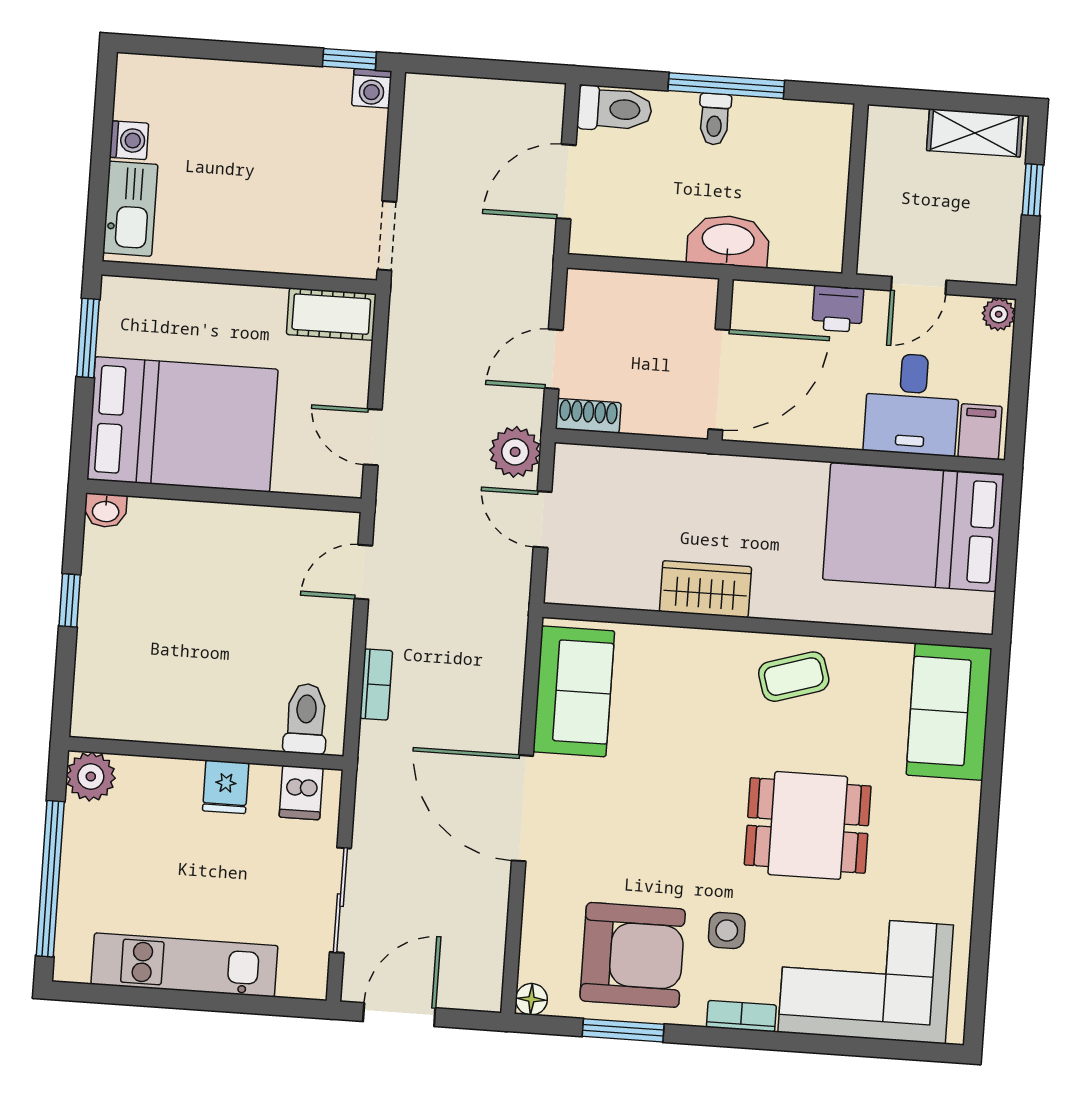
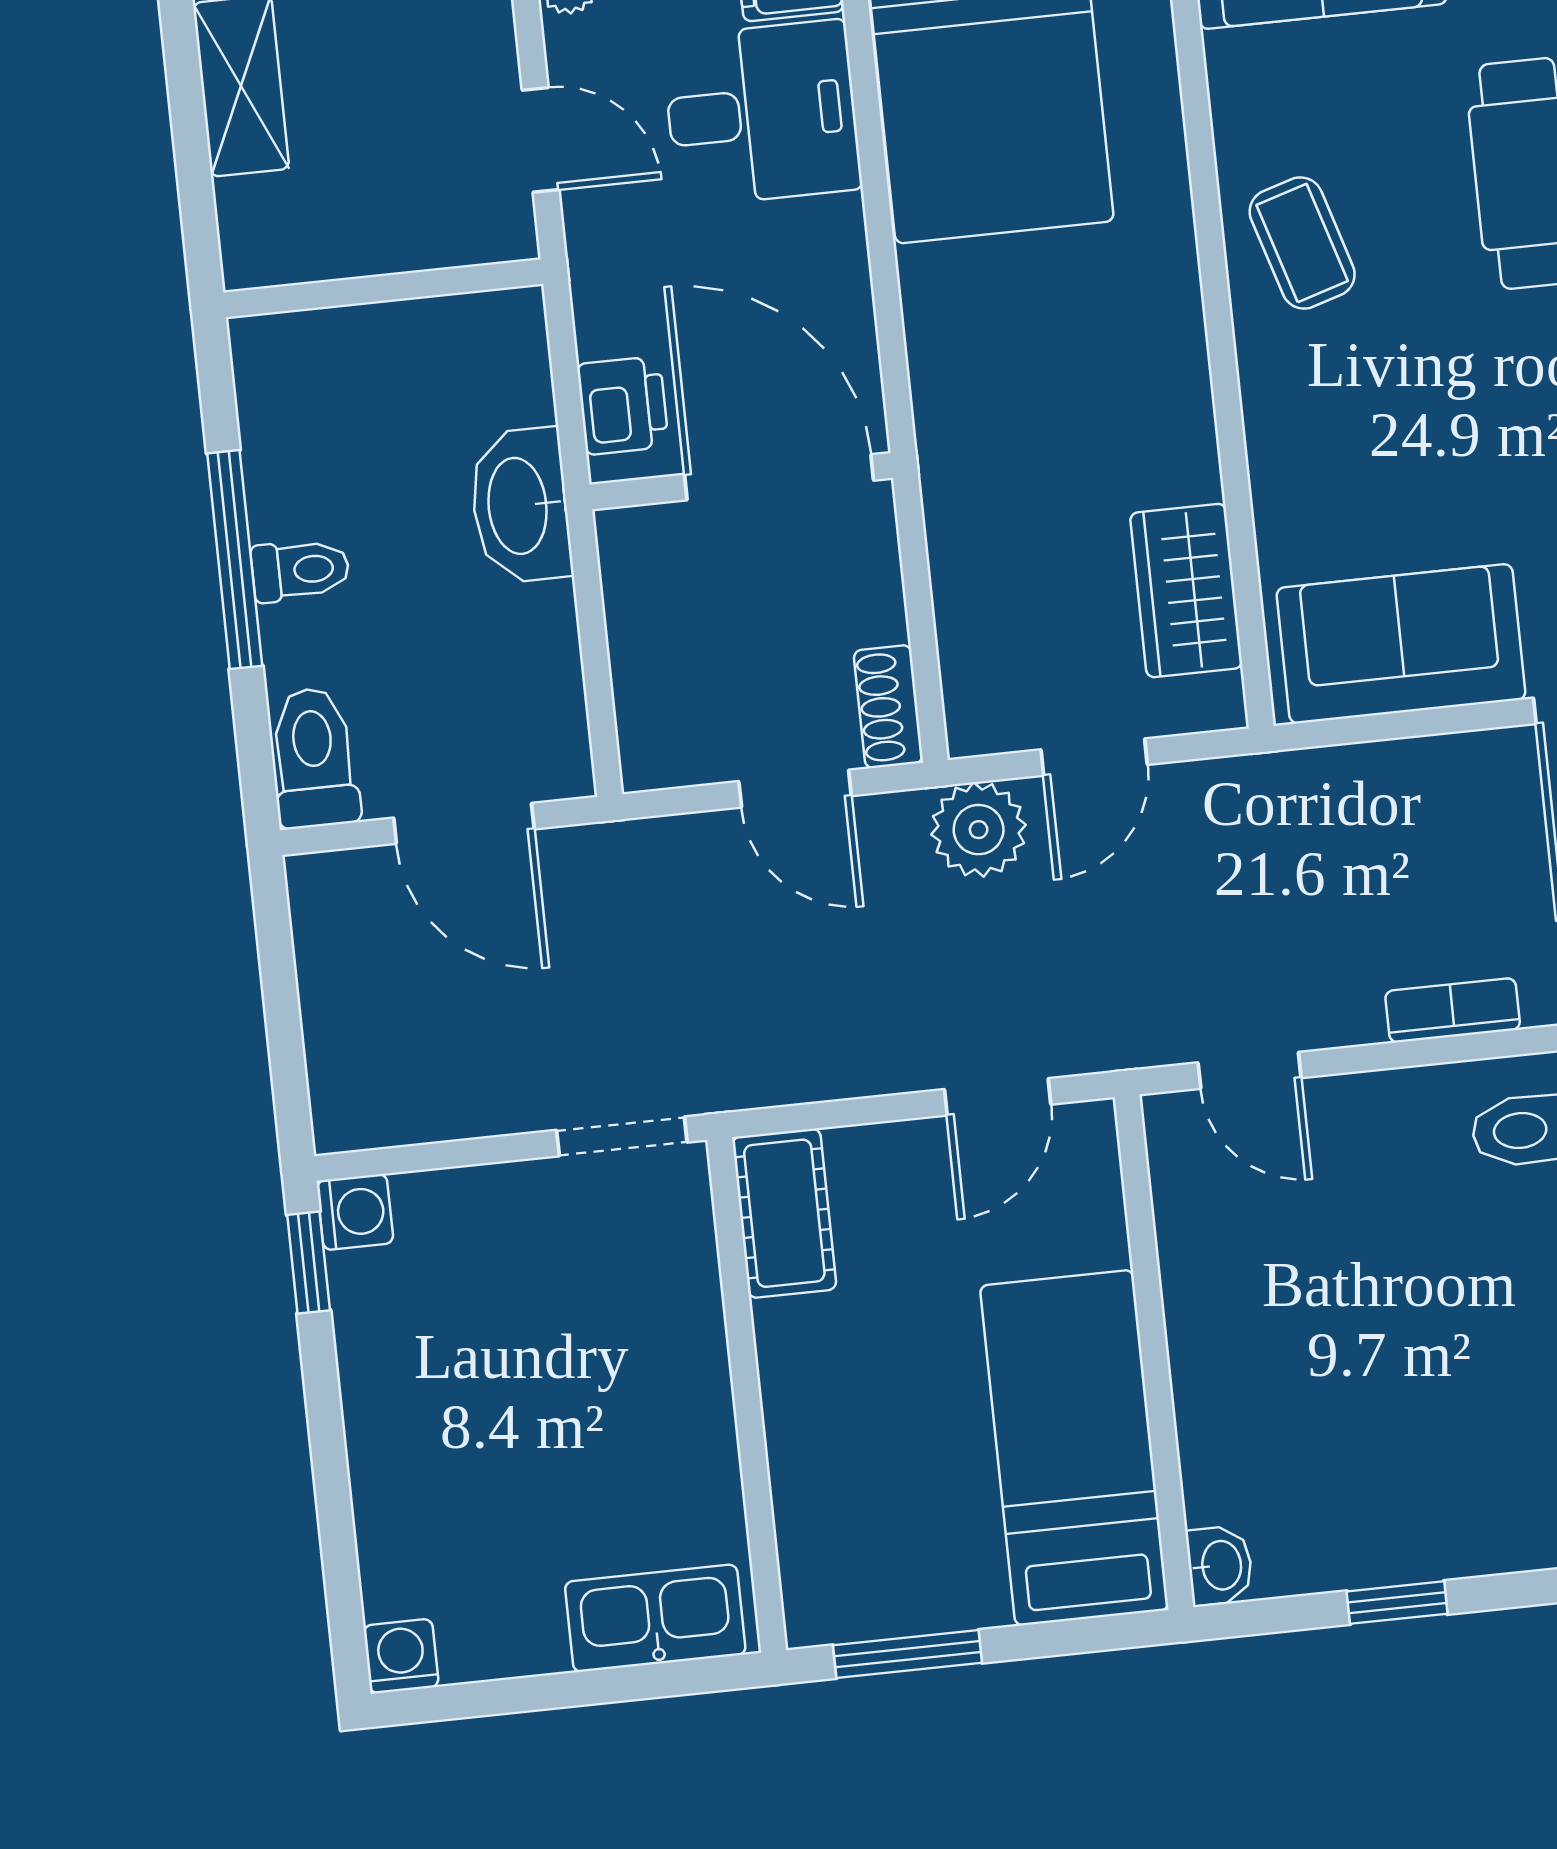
washing machine: (129, 140) -> (401, 1656), moved
printer: (838, 309) -> (623, 405), moved
bed: (182, 424) -> (1074, 1448), width x0.67
wardrobe: (705, 589) -> (1186, 591), moved

